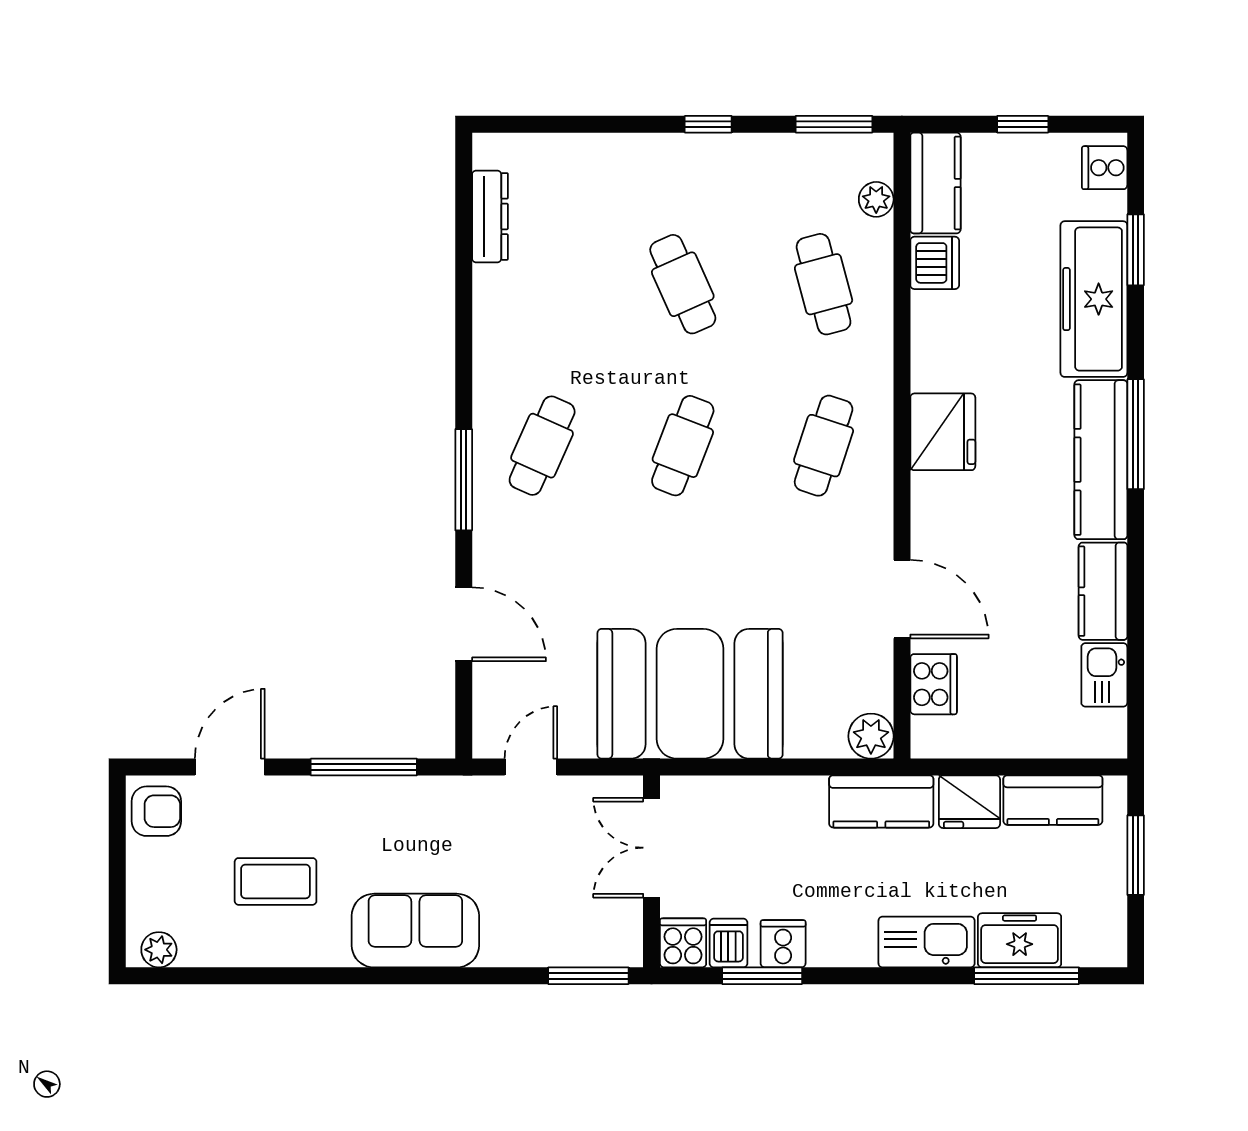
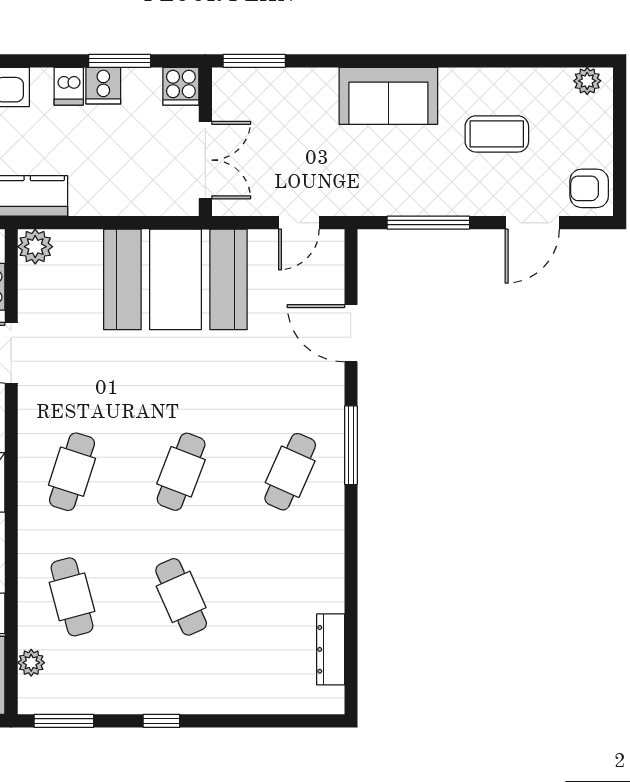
dishwasher: (728, 943) -> (69, 86), moved

